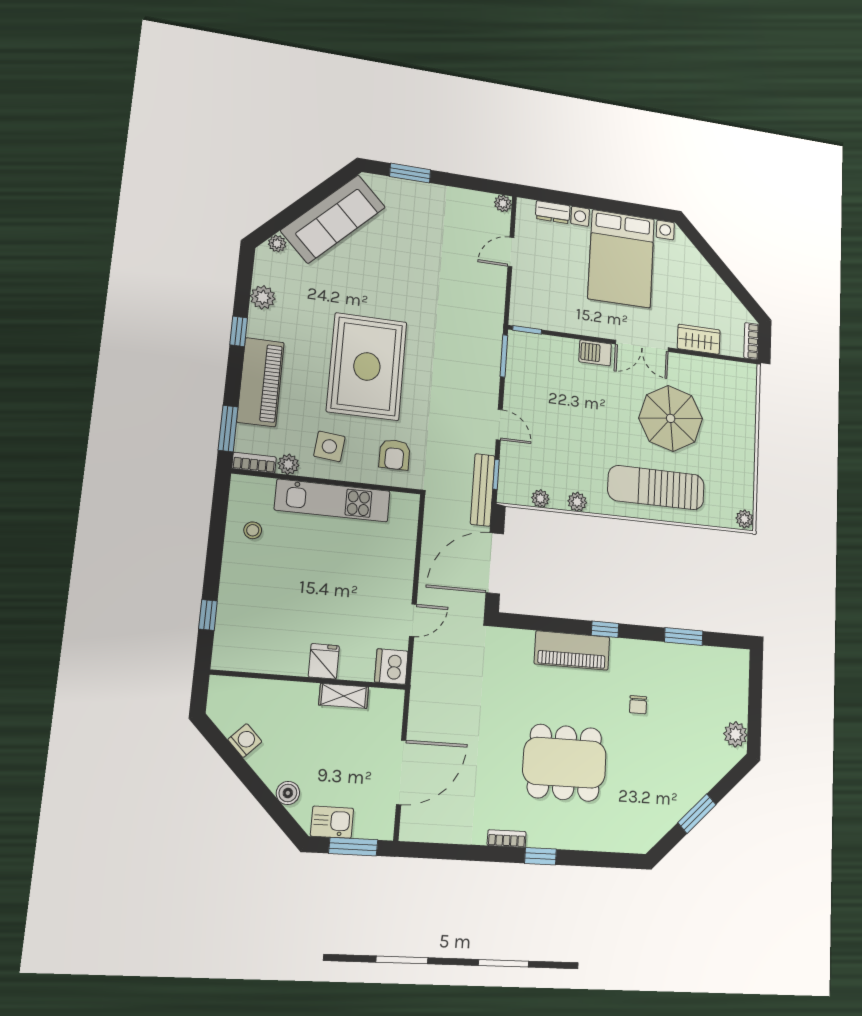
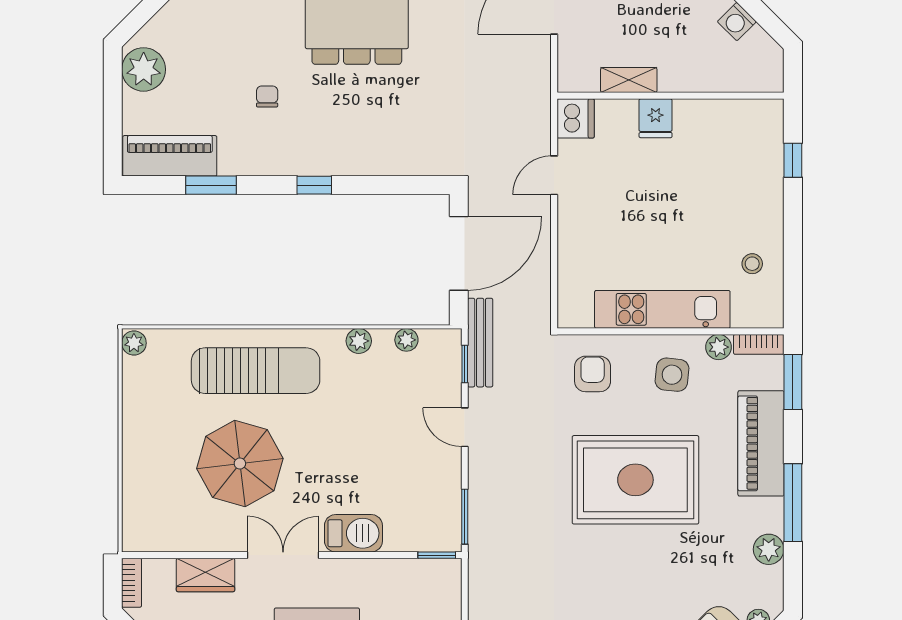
window: (239, 331) -> (793, 503), width x2.17
barbecue: (595, 353) -> (353, 533), width x1.38, depth x1.27
rug: (367, 366) -> (635, 480), turned 90
piano: (572, 650) -> (170, 156), moved
plant: (735, 734) -> (144, 69), width x1.36, depth x1.36

